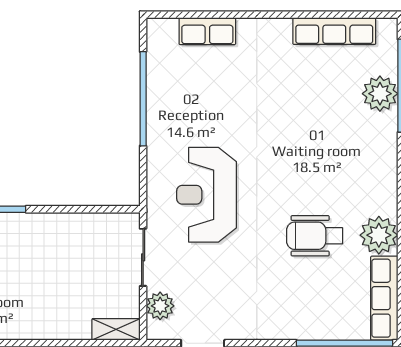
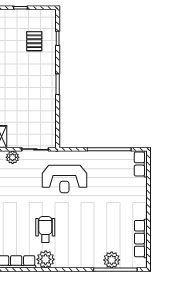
row of seats: (207, 31) -> (141, 164), moved
reception desk: (207, 195) -> (64, 179), turned 180

